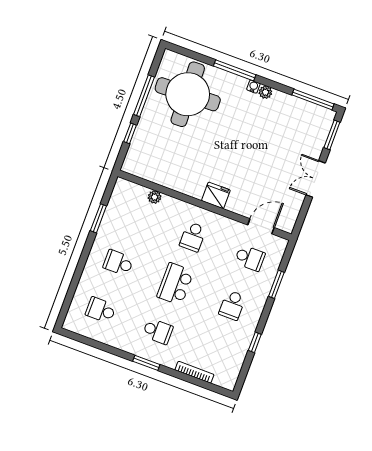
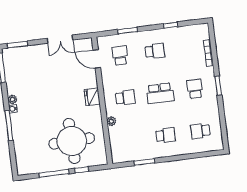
round table: (188, 94) -> (72, 141), moved
double door: (316, 179) -> (60, 39), moved
plant: (155, 197) -> (111, 121), moved
school desk: (118, 263) -> (165, 135), turned -90
school desk: (101, 310) -> (200, 131), turned 90

